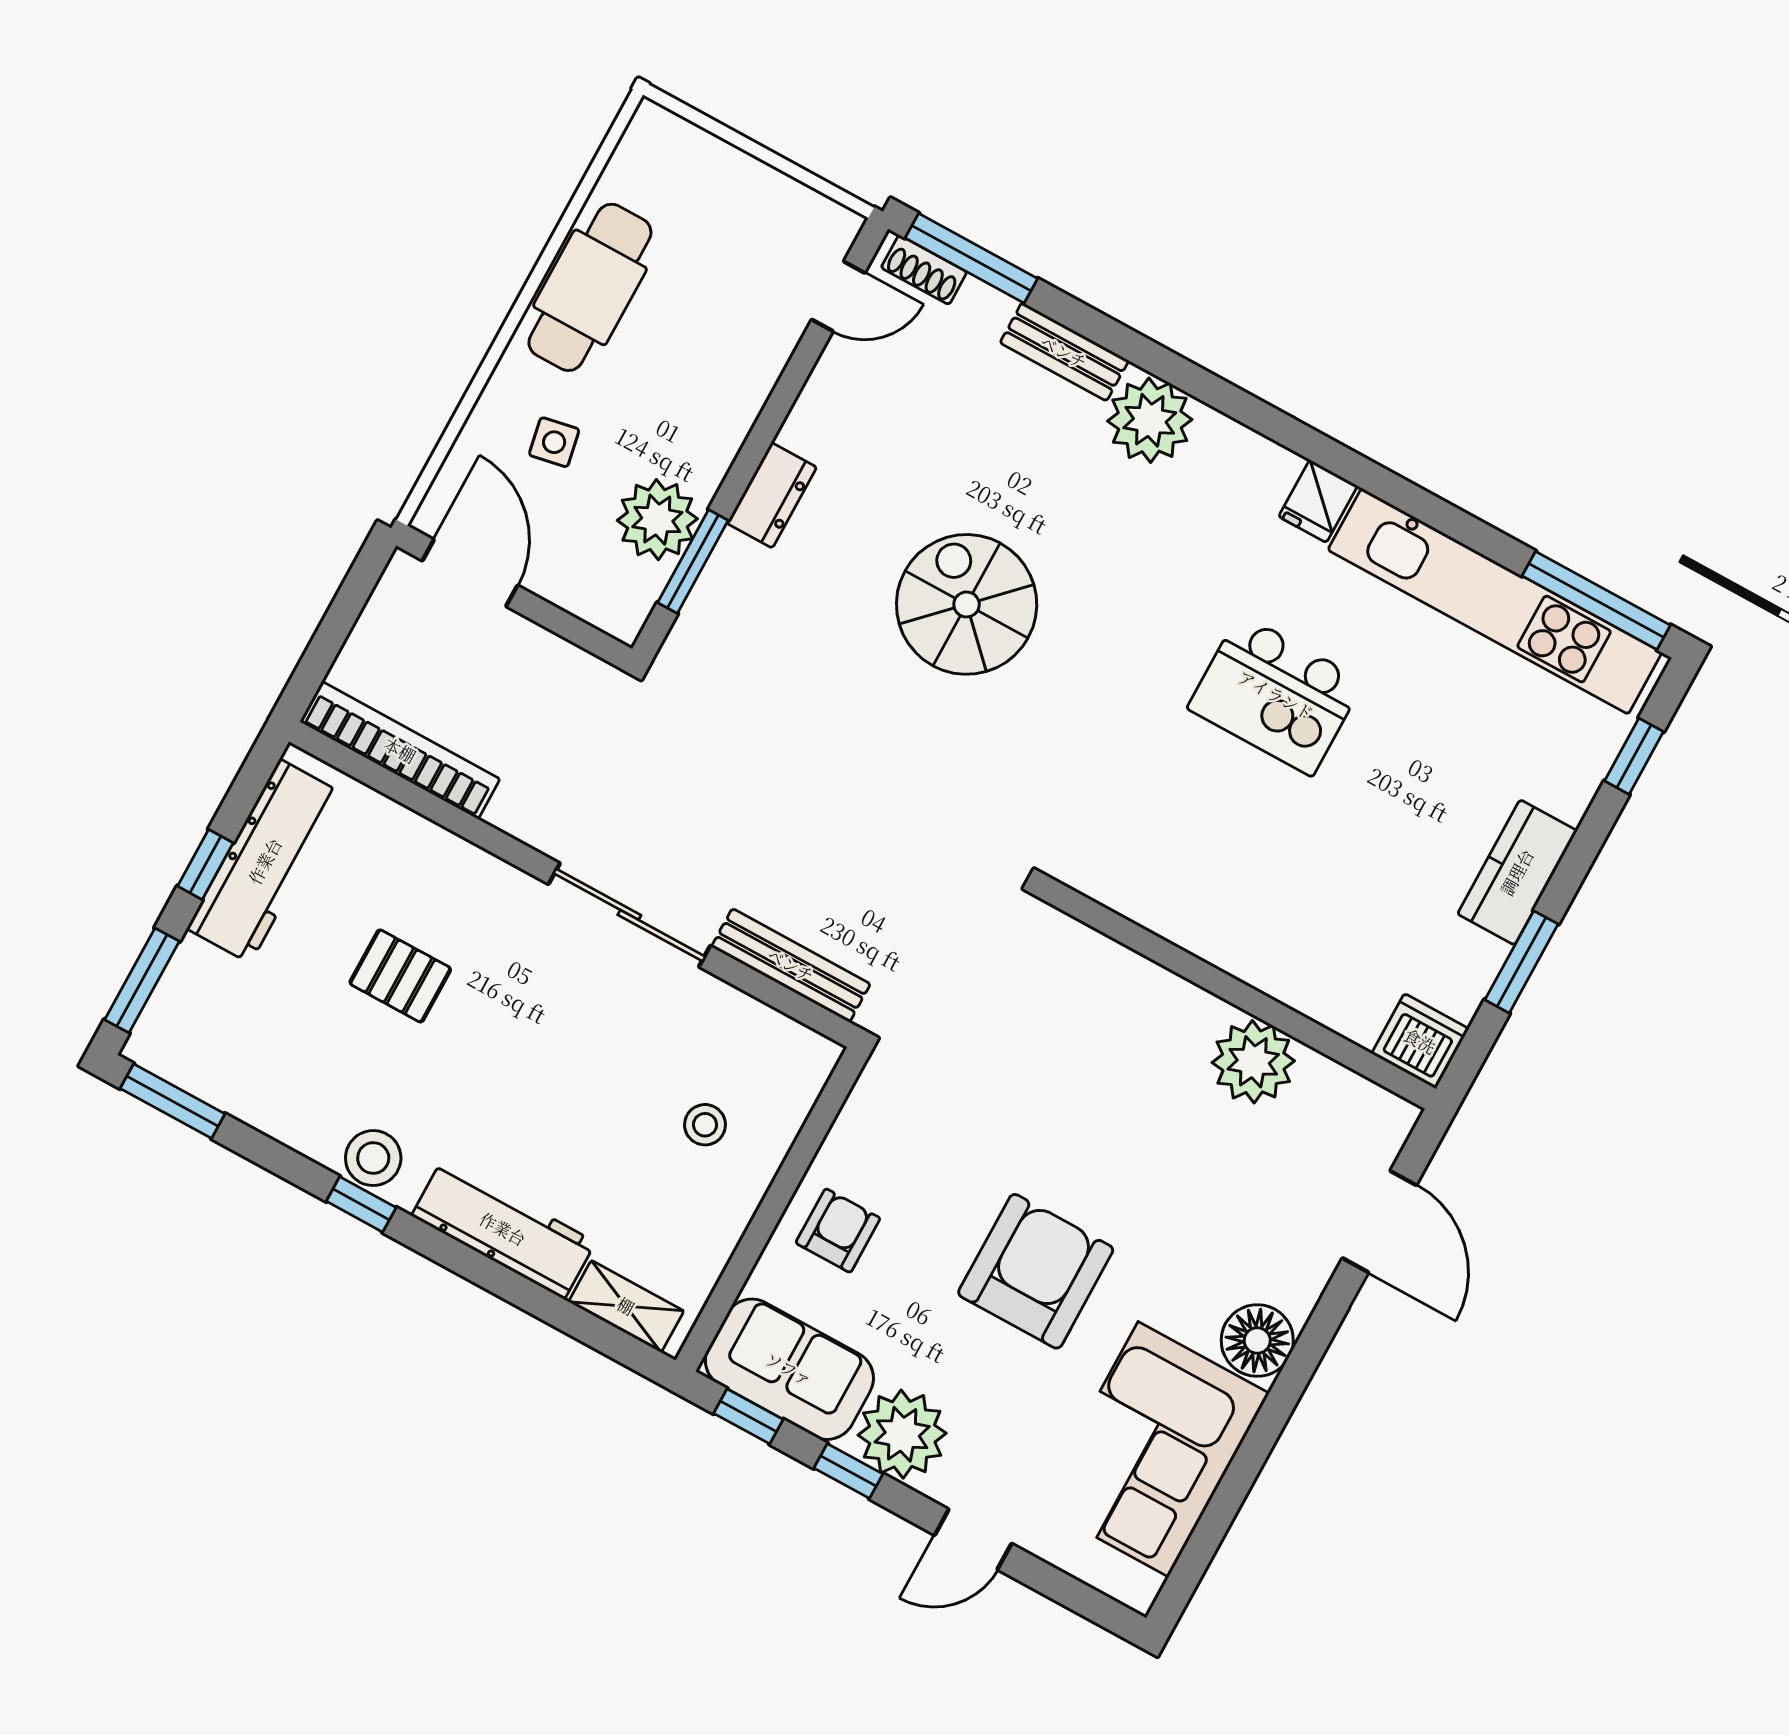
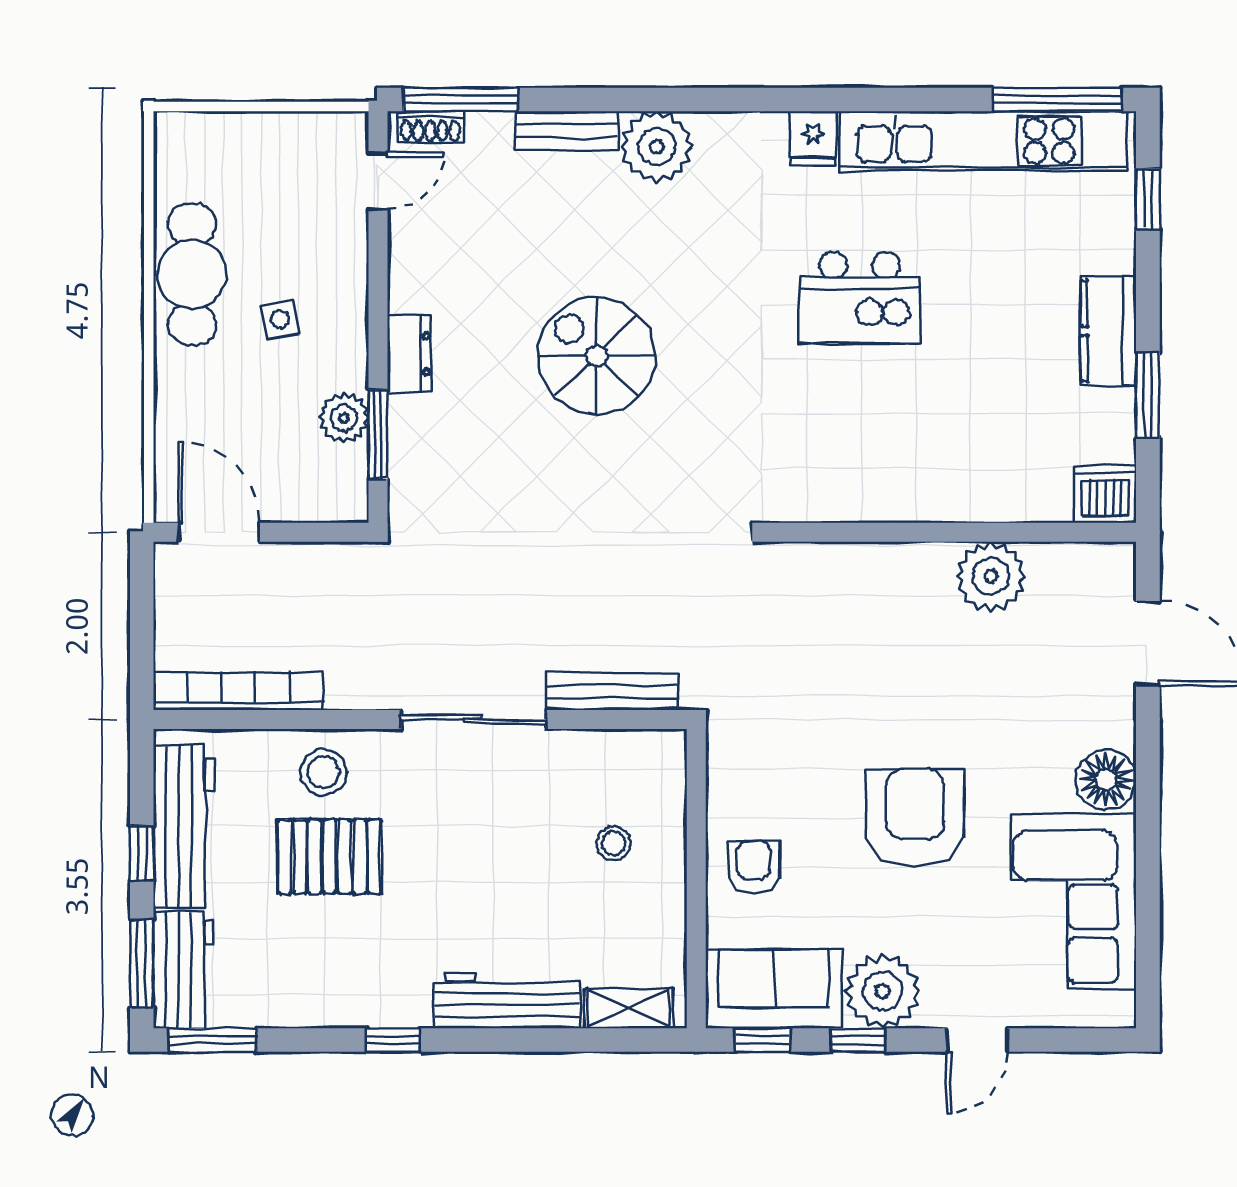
side table: (554, 442) -> (280, 319), moved
plant: (657, 520) -> (344, 418), width x0.73, depth x0.73
pallet: (400, 976) -> (330, 856), width x1.50, depth x1.42
workbench: (182, 1011) -> (184, 970), added
stool: (373, 1158) -> (323, 772), moved

